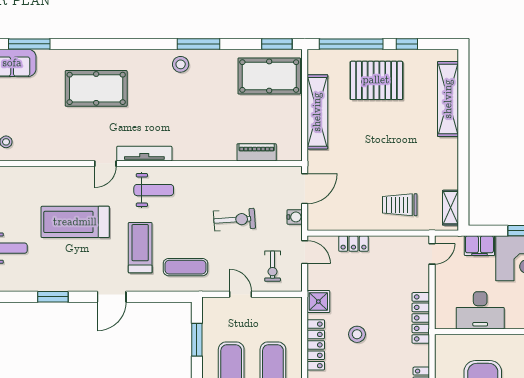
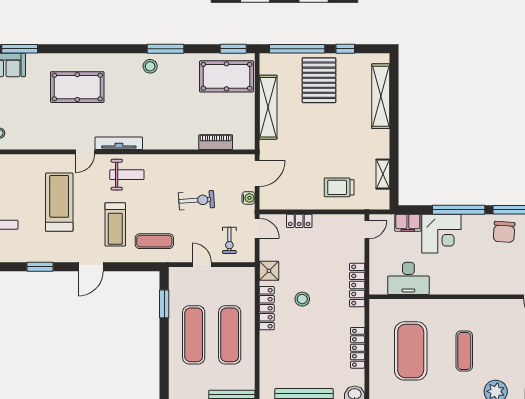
pallet: (376, 80) -> (319, 80), turned 90
shelving: (450, 208) -> (383, 174), moved
treadmill: (75, 222) -> (59, 202), turned 90
treadmill: (140, 248) -> (115, 224), turned 180

